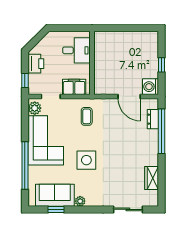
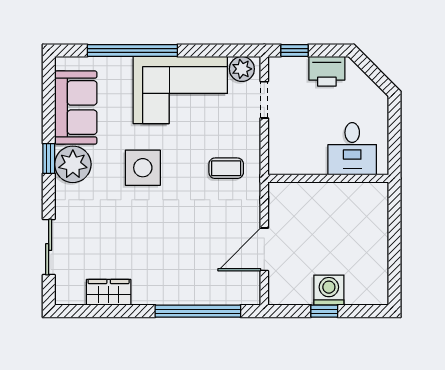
filing cabinet: (74, 87) -> (282, 144), removed
washing machine: (151, 87) -> (329, 290), moved
dresser: (153, 119) -> (221, 295), removed
plant: (80, 201) -> (73, 164), width x1.88, depth x1.88
window: (56, 209) -> (49, 158), moved

